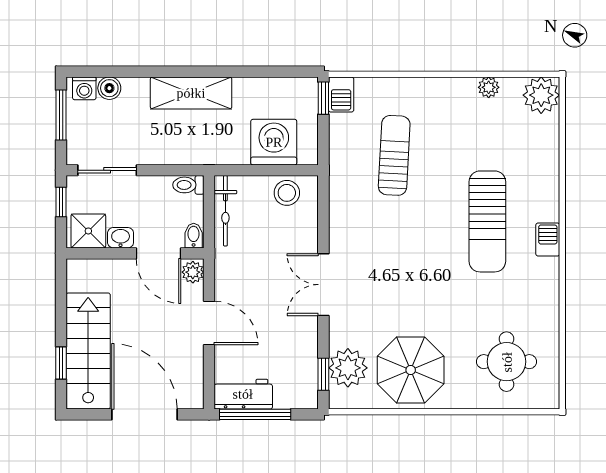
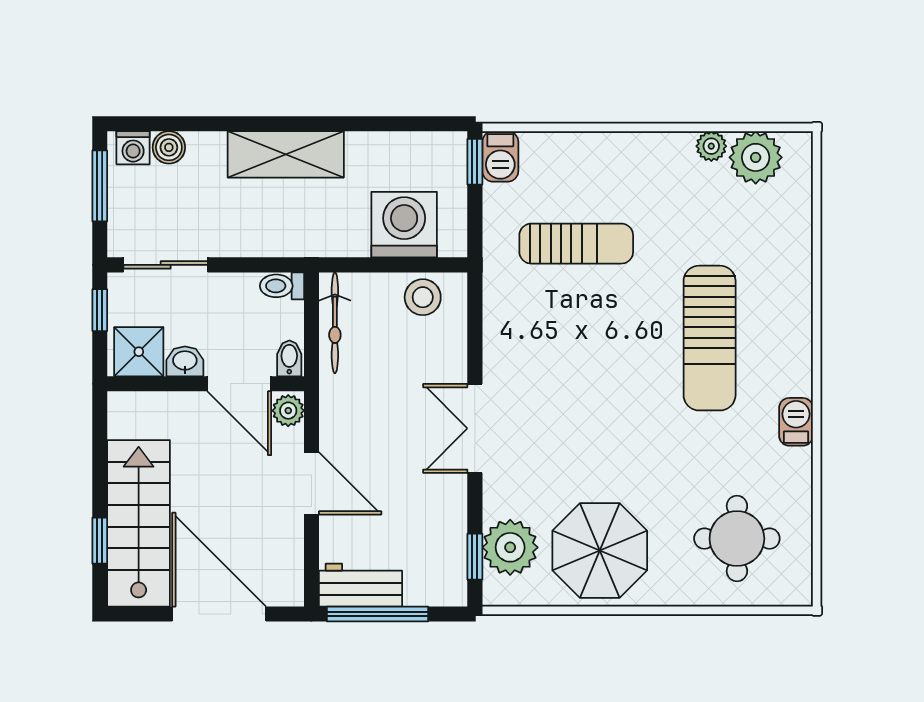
plant: (541, 95) -> (756, 157), moved
sun lounger: (394, 155) -> (576, 244), turned 87
barbecue: (548, 240) -> (796, 422), moved

